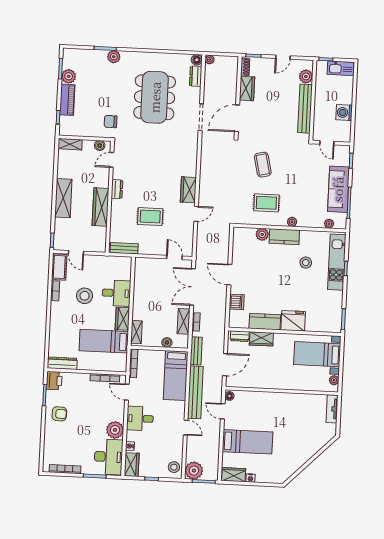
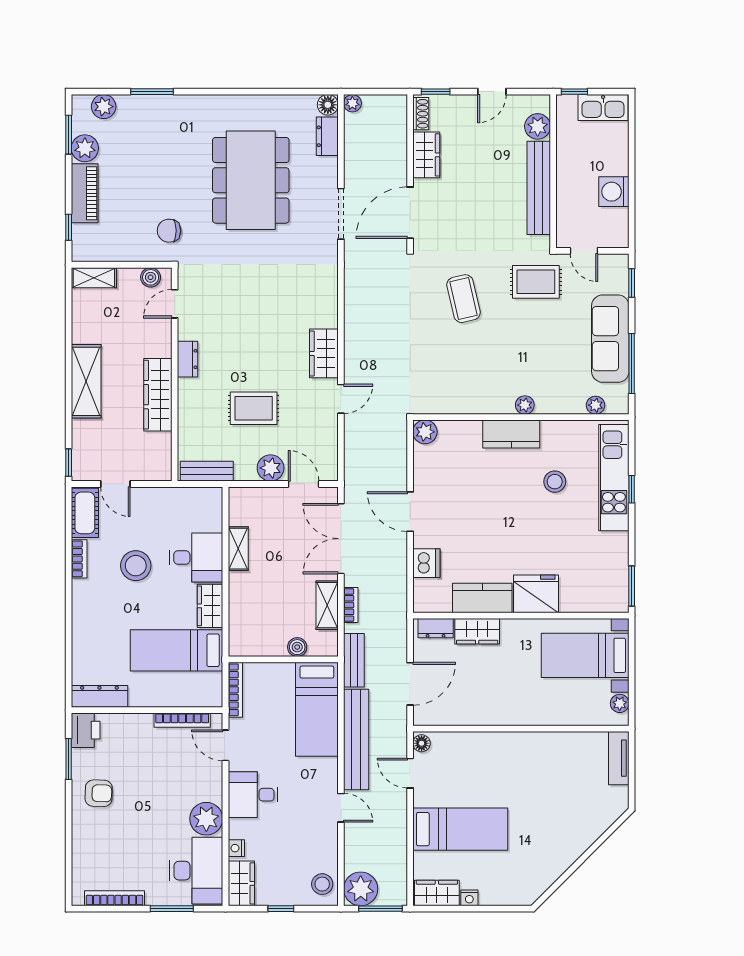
plant: (114, 57) -> (104, 107), moved
rug: (266, 203) -> (536, 282), moved
plant: (262, 234) -> (425, 432), moved
plant: (158, 248) -> (271, 468), added
shelving: (136, 332) -> (238, 549), moved

